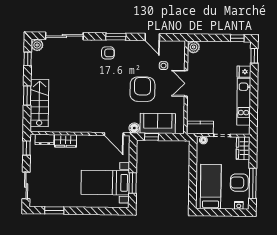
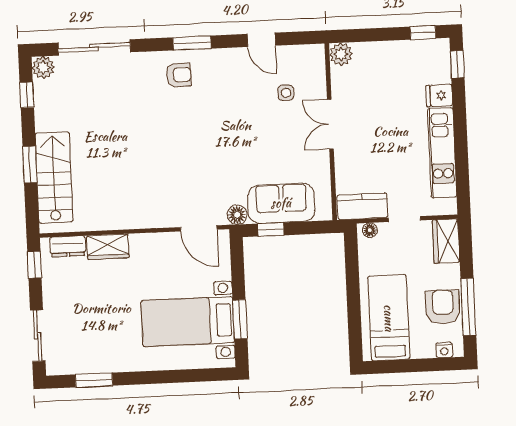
armchair: (142, 89) -> (248, 140), removed
armchair: (239, 183) -> (443, 307), turned 90

